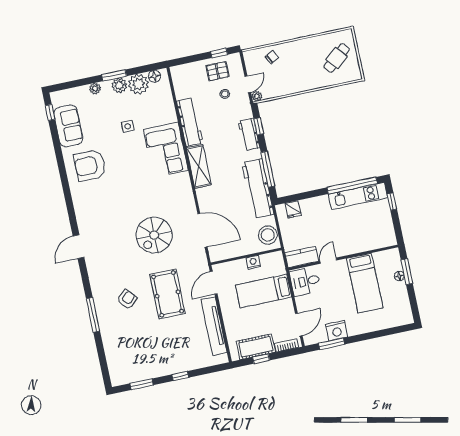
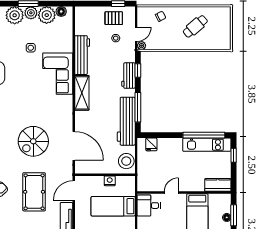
cafe table: (337, 58) -> (195, 26), moved
plant: (95, 89) -> (15, 15), width x1.88, depth x1.88
kitchen counter: (302, 257) -> (218, 185), moved

